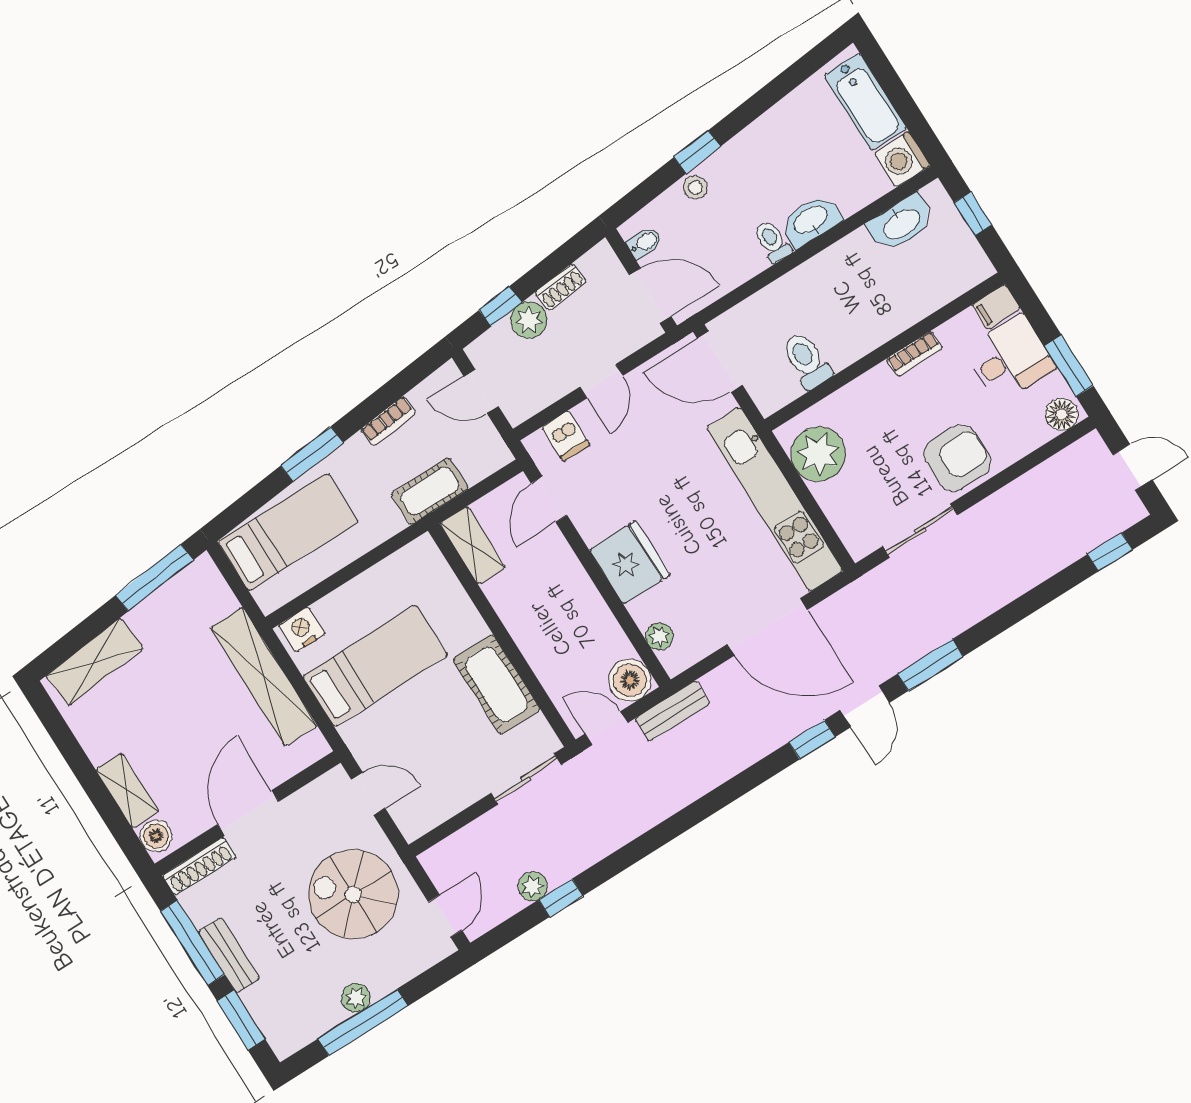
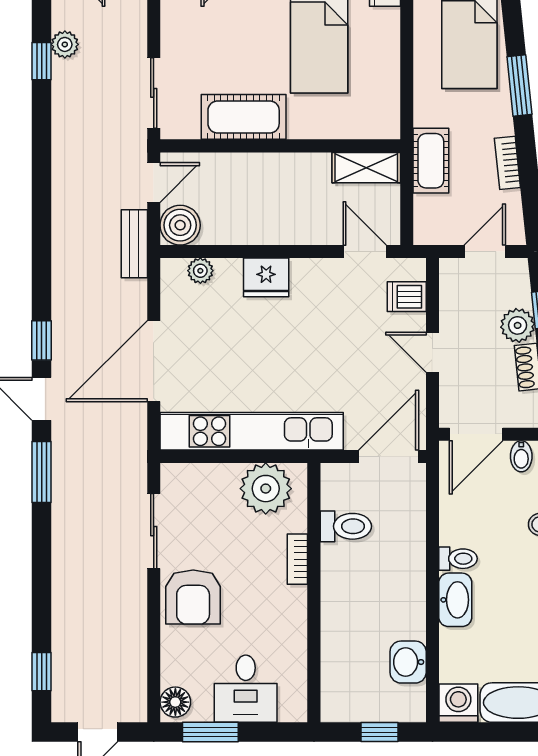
washbasin: (901, 223) -> (408, 662), width x0.72
filing cabinet: (996, 307) -> (294, 704), removed
bookcase: (914, 354) -> (297, 559), moved
fridge: (629, 562) -> (266, 277), width x0.73, depth x0.75

